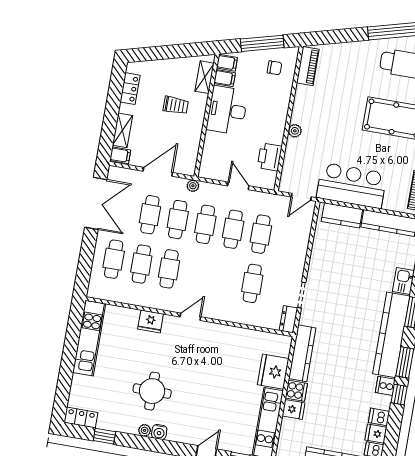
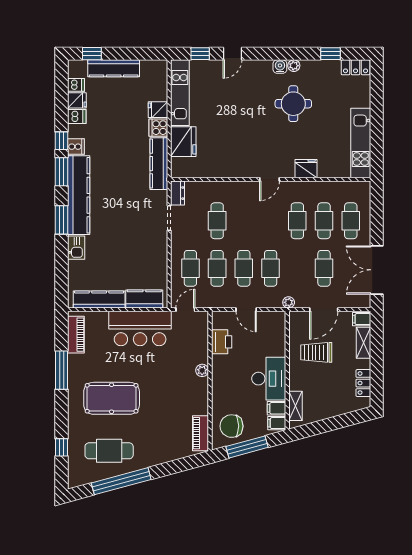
chair: (274, 68) -> (232, 426), width x1.87, depth x1.87
trolley: (176, 105) -> (316, 352), moved, width x1.36, depth x1.39
cafe table: (178, 220) -> (190, 268), moved

